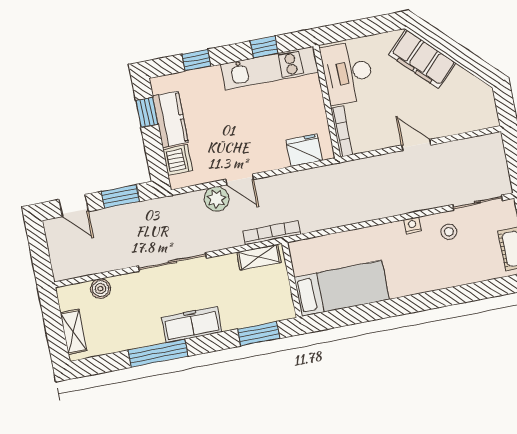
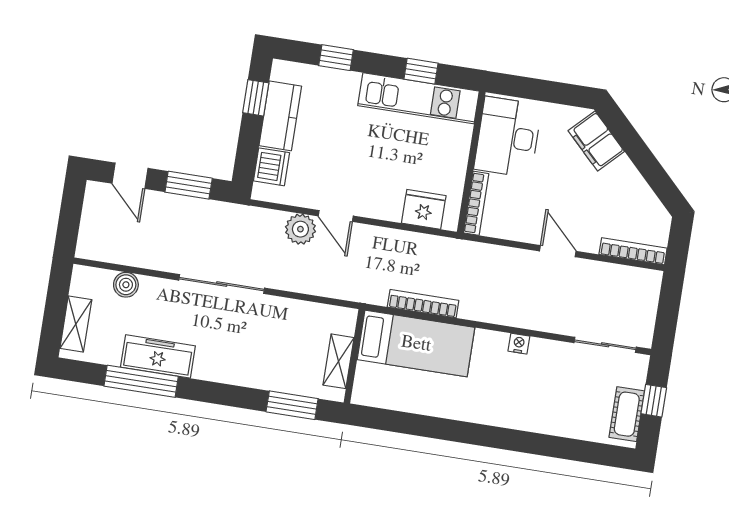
filing cabinet: (422, 59) -> (596, 141), width x0.67, depth x0.86
bookcase: (473, 124) -> (633, 251), added
stool: (449, 232) -> (559, 367), removed
bookcase: (272, 233) -> (423, 304), moved
shelving: (259, 257) -> (338, 361), moved, turned 90
bed: (342, 288) -> (416, 344), moved
freezer: (192, 325) -> (158, 356), moved
window: (158, 353) -> (141, 381), moved

